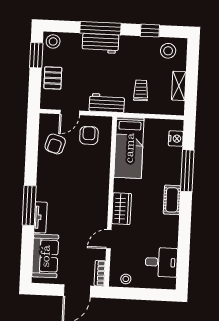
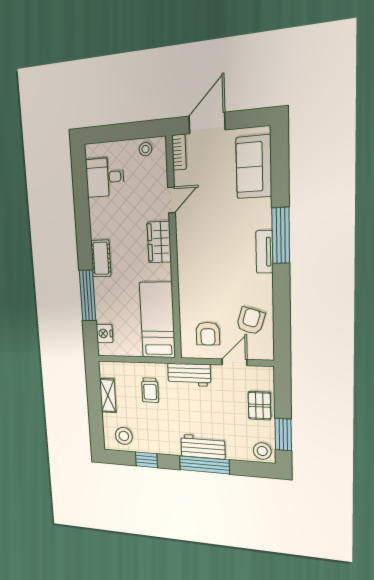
tv unit: (40, 217) -> (264, 252), moved

